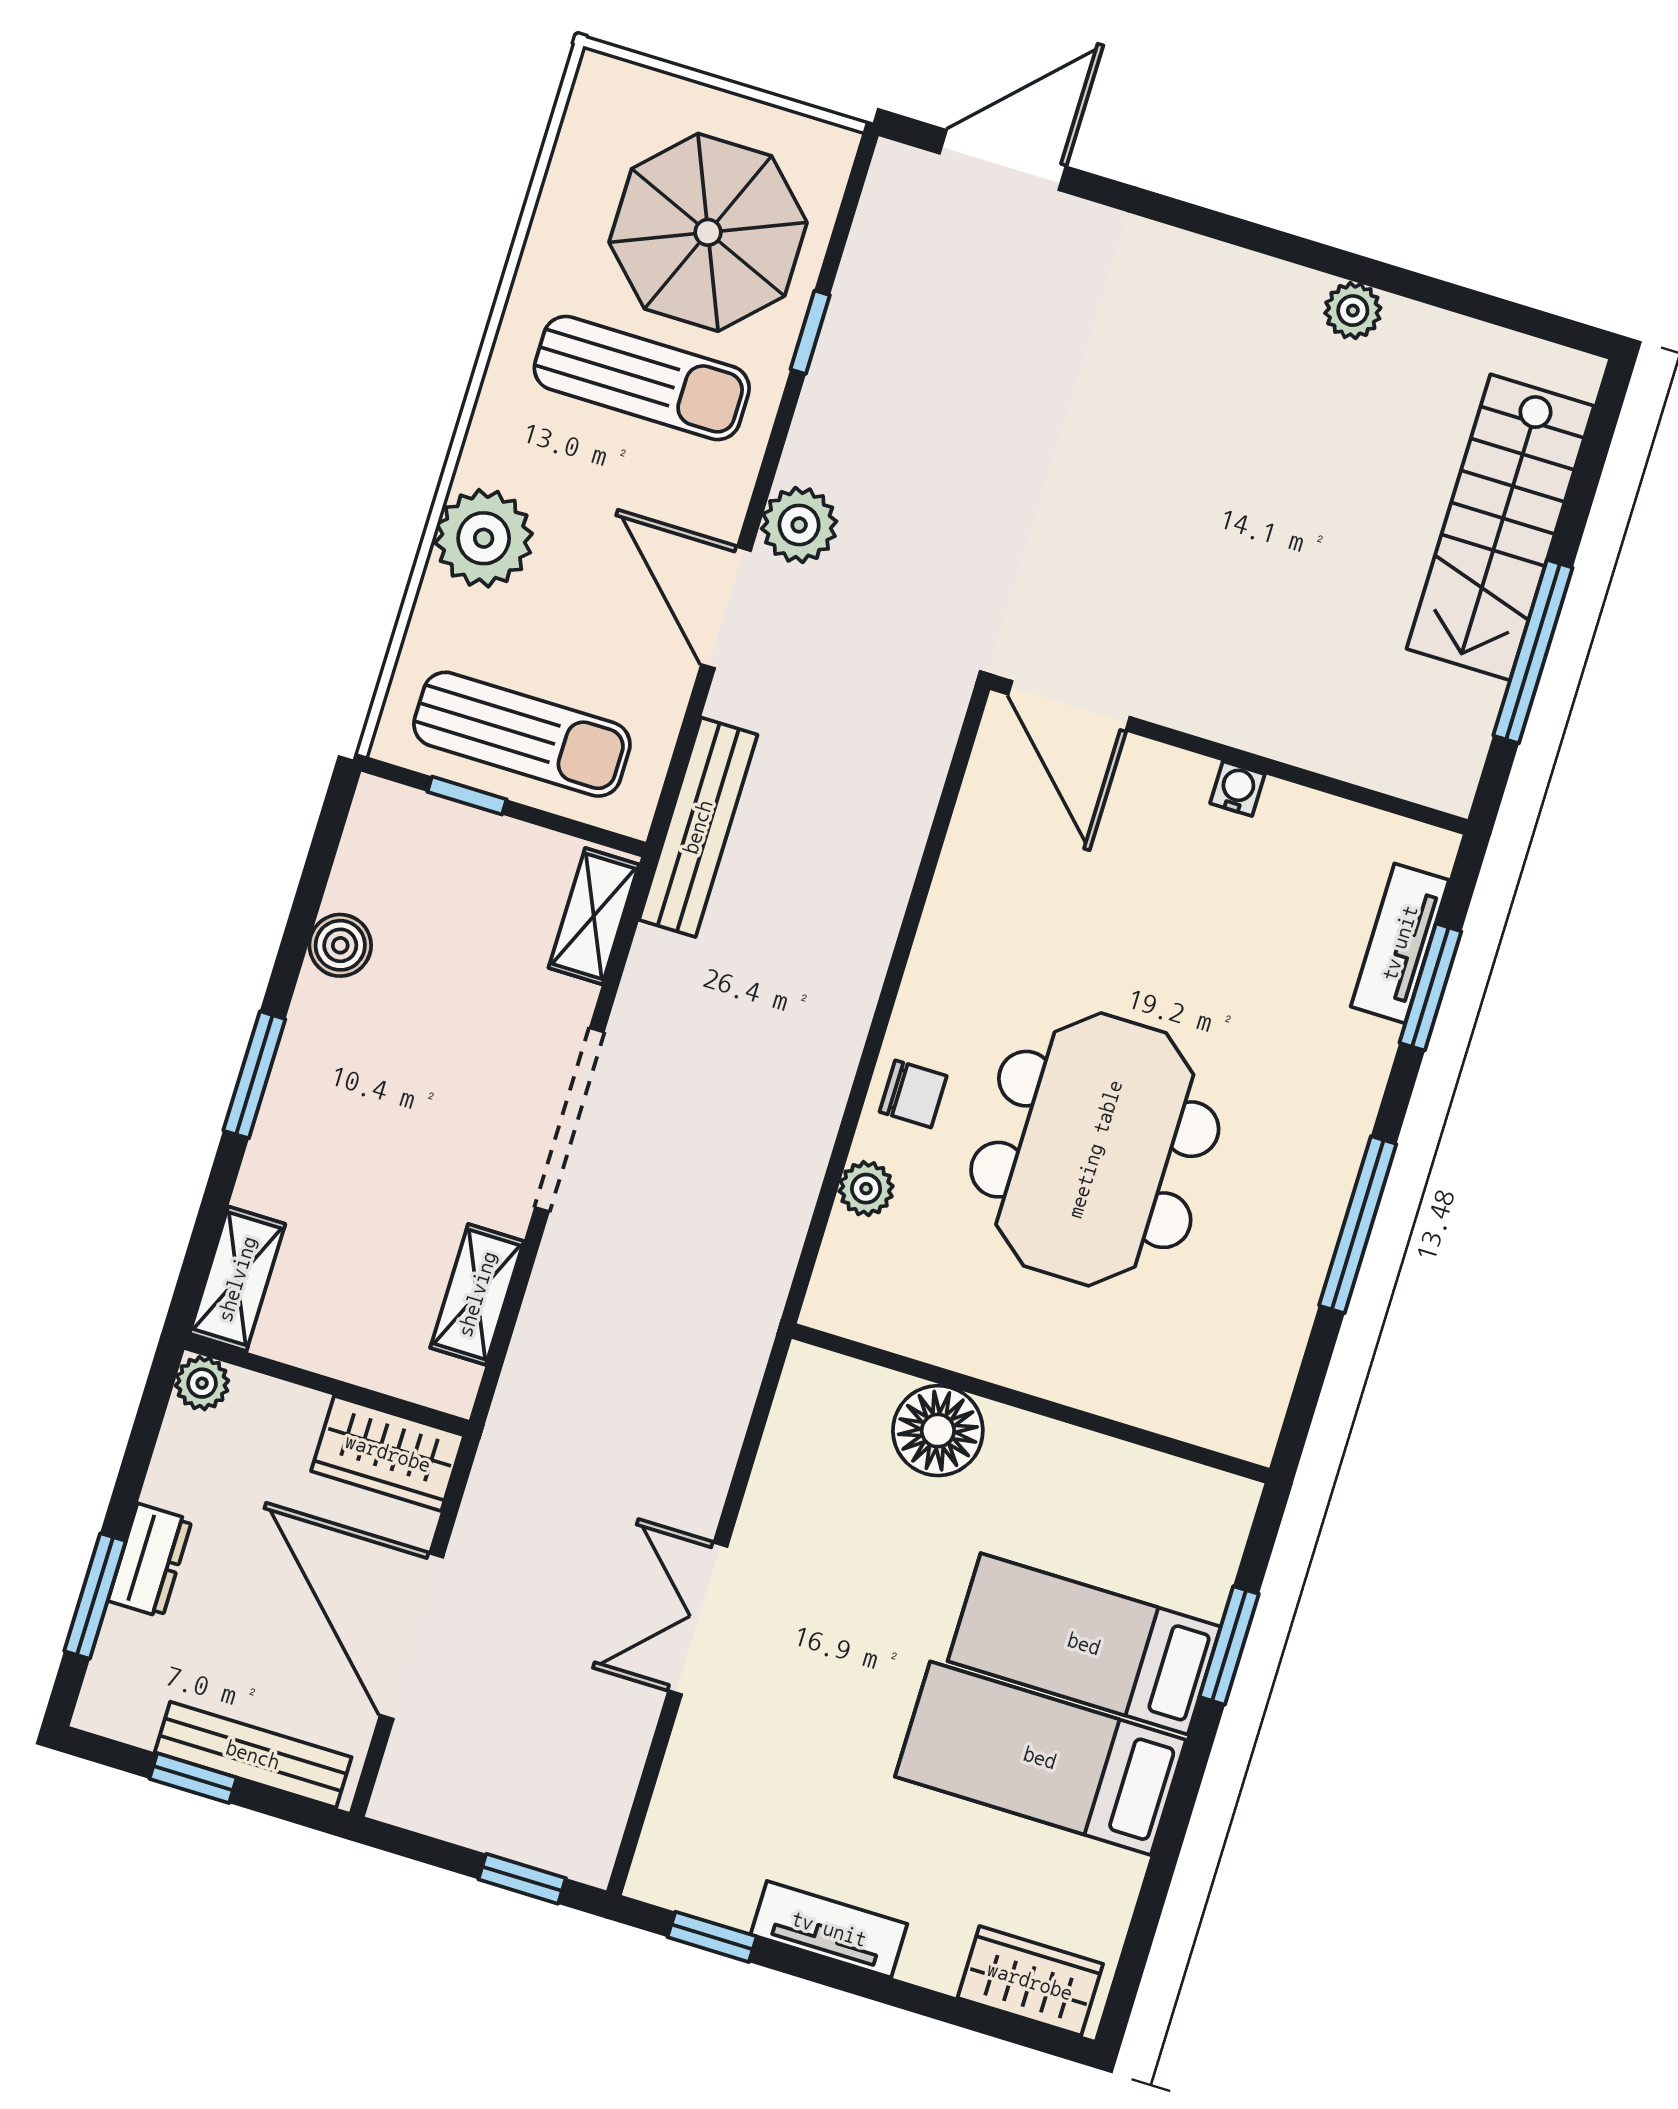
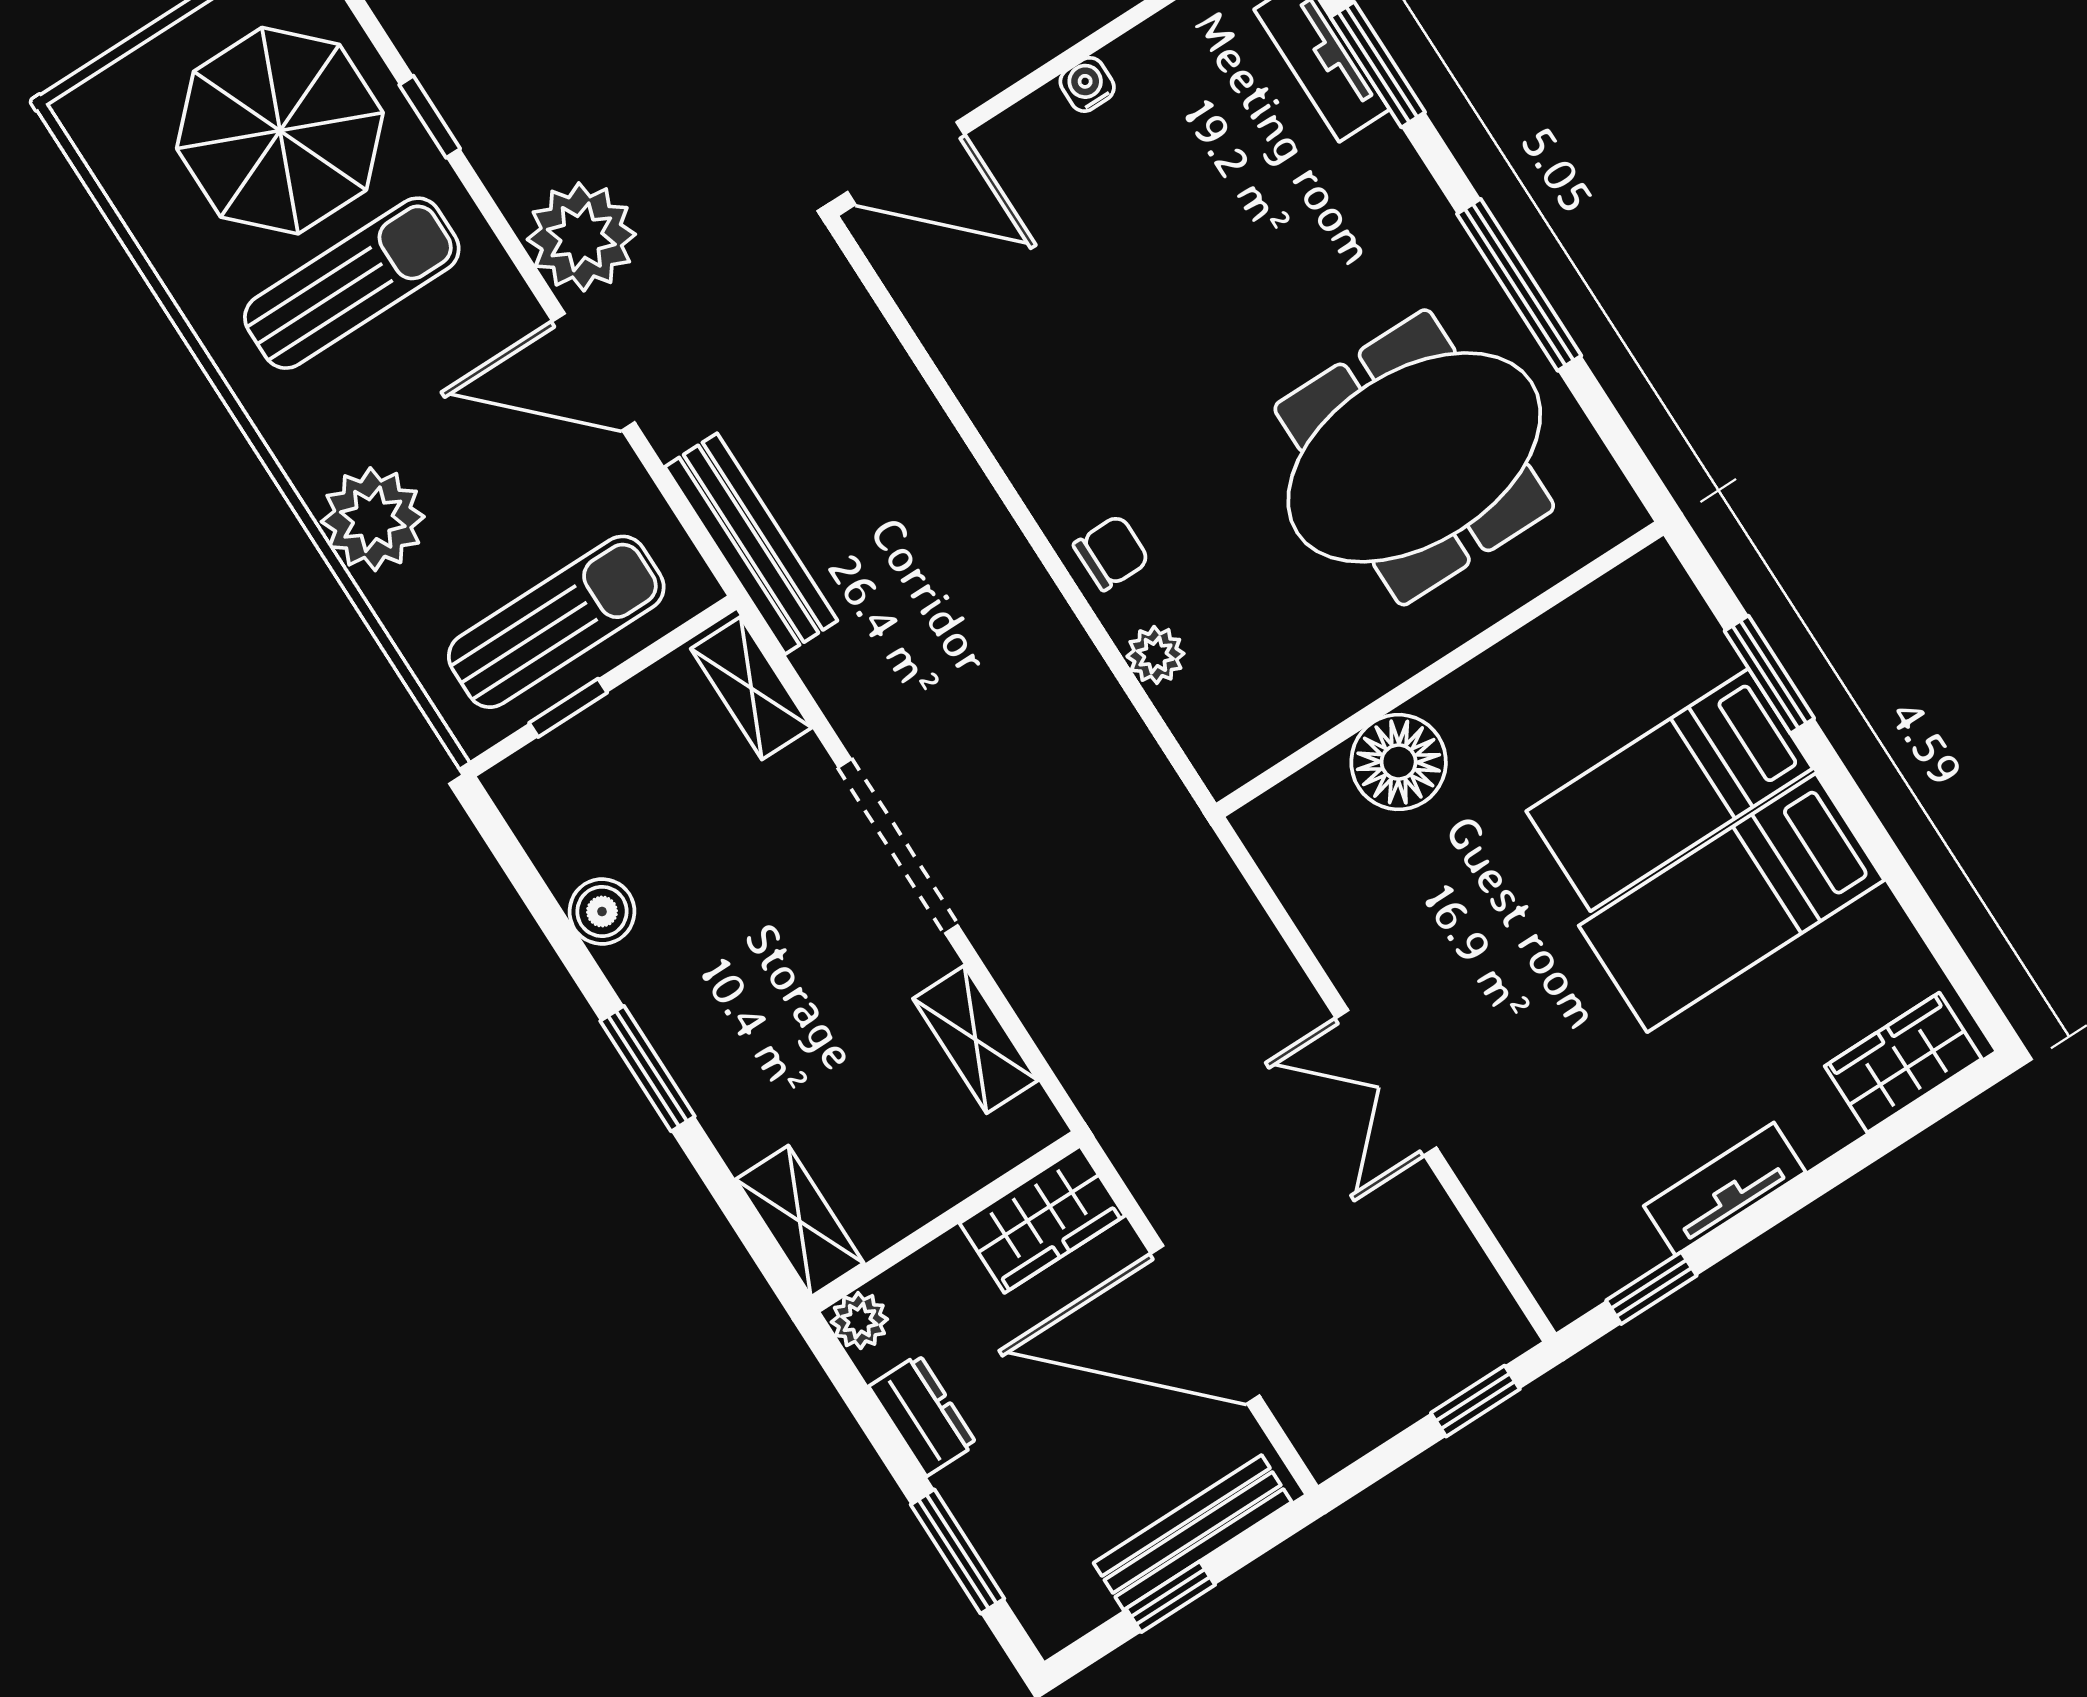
plant: (799, 525) -> (581, 237), width x1.36, depth x1.36
meeting table: (1095, 1149) -> (1414, 457), moved, turned 90
dresser: (150, 1560) -> (923, 1415), moved

